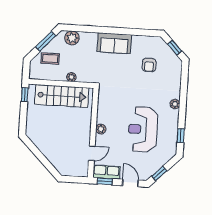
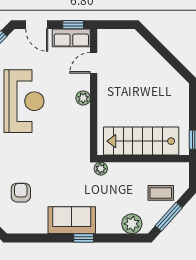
window: (107, 30) -> (84, 238), added
plant: (71, 77) -> (101, 169), moved

